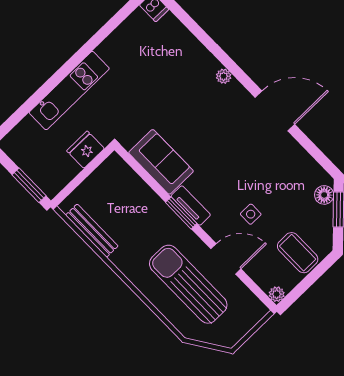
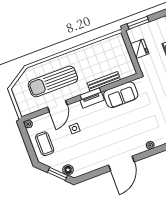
fridge: (86, 150) -> (140, 49), moved
bench: (92, 231) -> (104, 81), moved
coffee table: (298, 253) -> (45, 144), turned 90
sun lounger: (188, 284) -> (53, 81), turned 180

